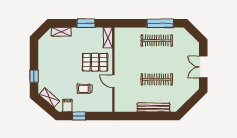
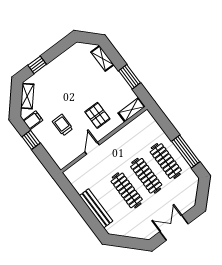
clothes rail: (157, 60) -> (146, 176), added
pallet: (95, 62) -> (97, 115), width x0.67, depth x0.71

